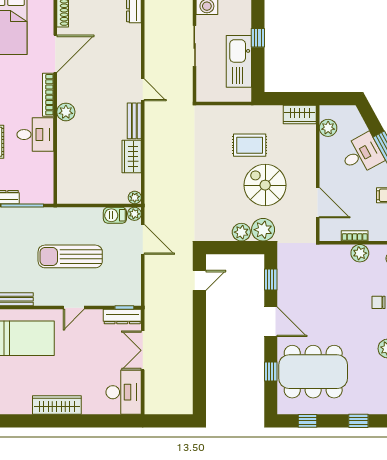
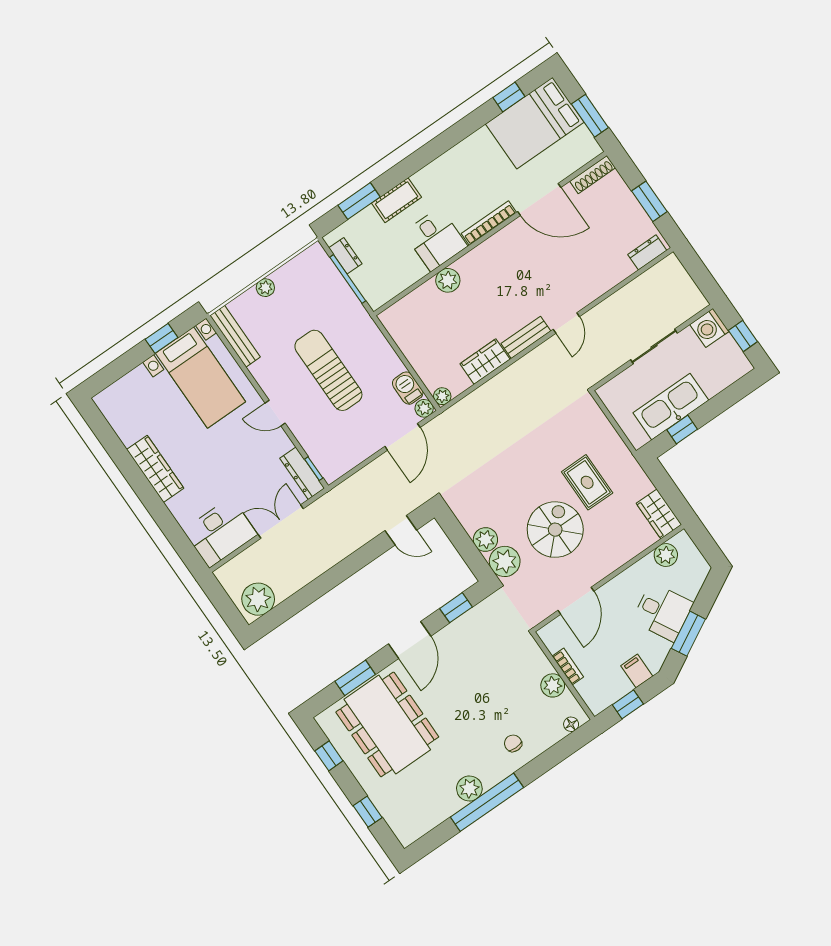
window: (258, 38) -> (682, 430), moved
plant: (66, 112) -> (448, 280), moved
window: (271, 372) -> (355, 678), width x1.50
plant: (181, 397) -> (258, 599), added

